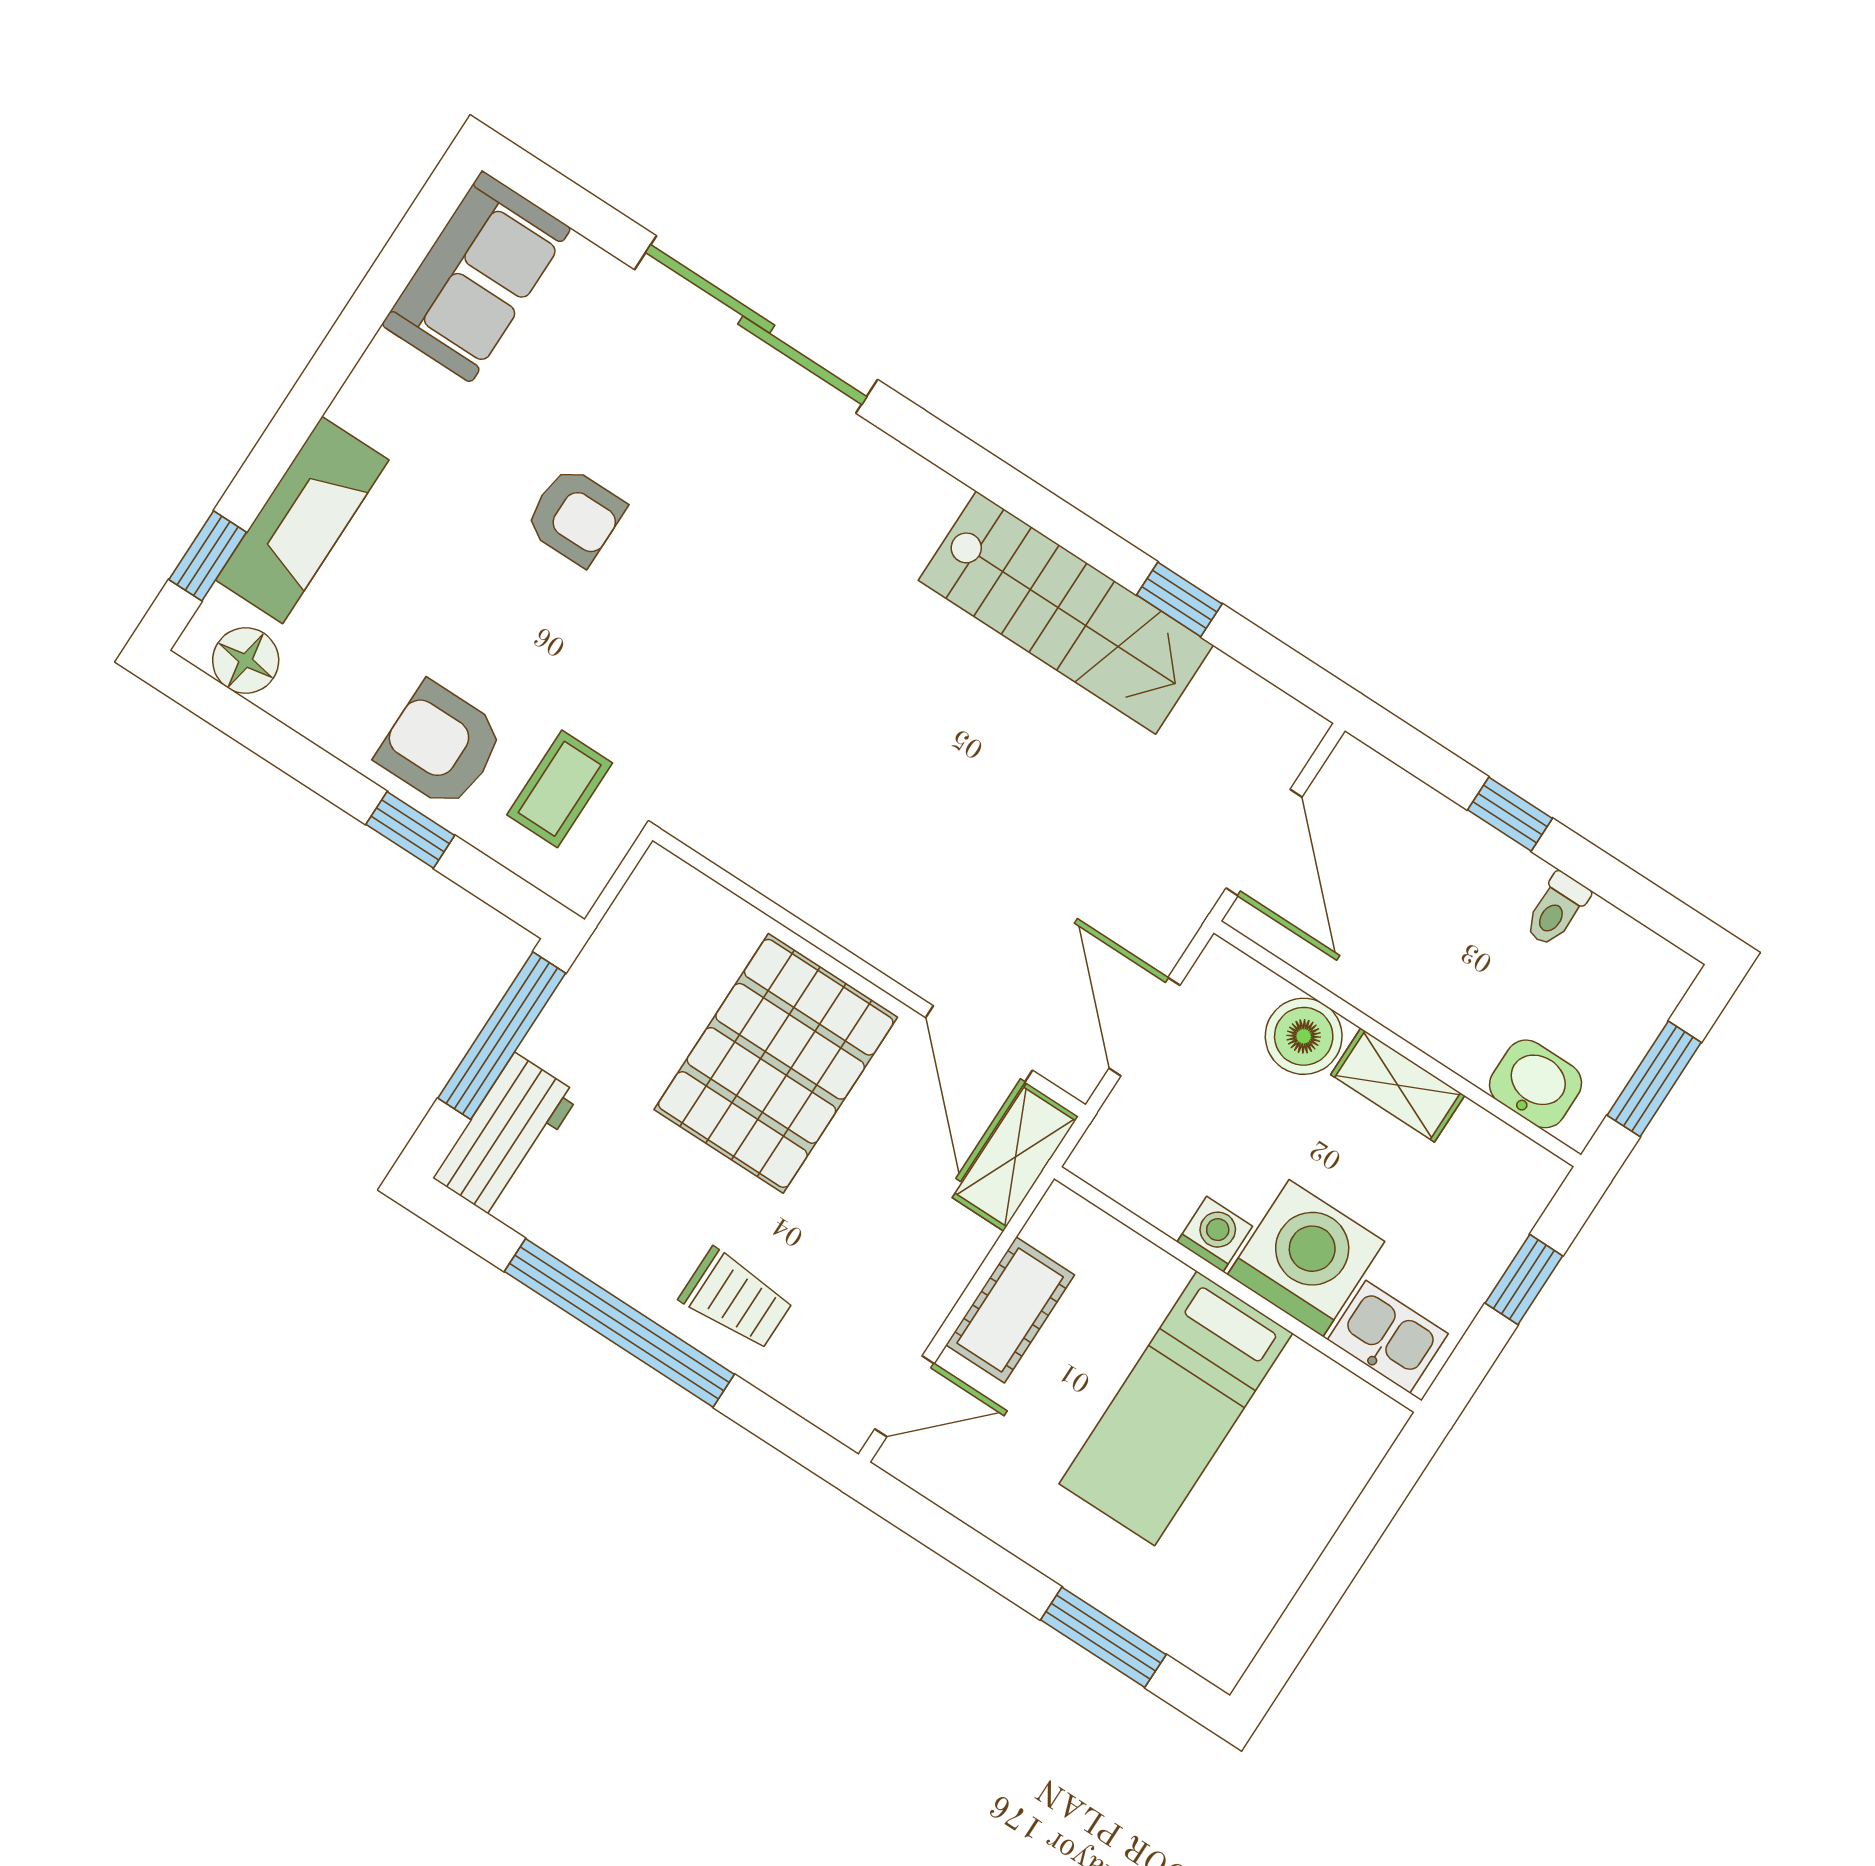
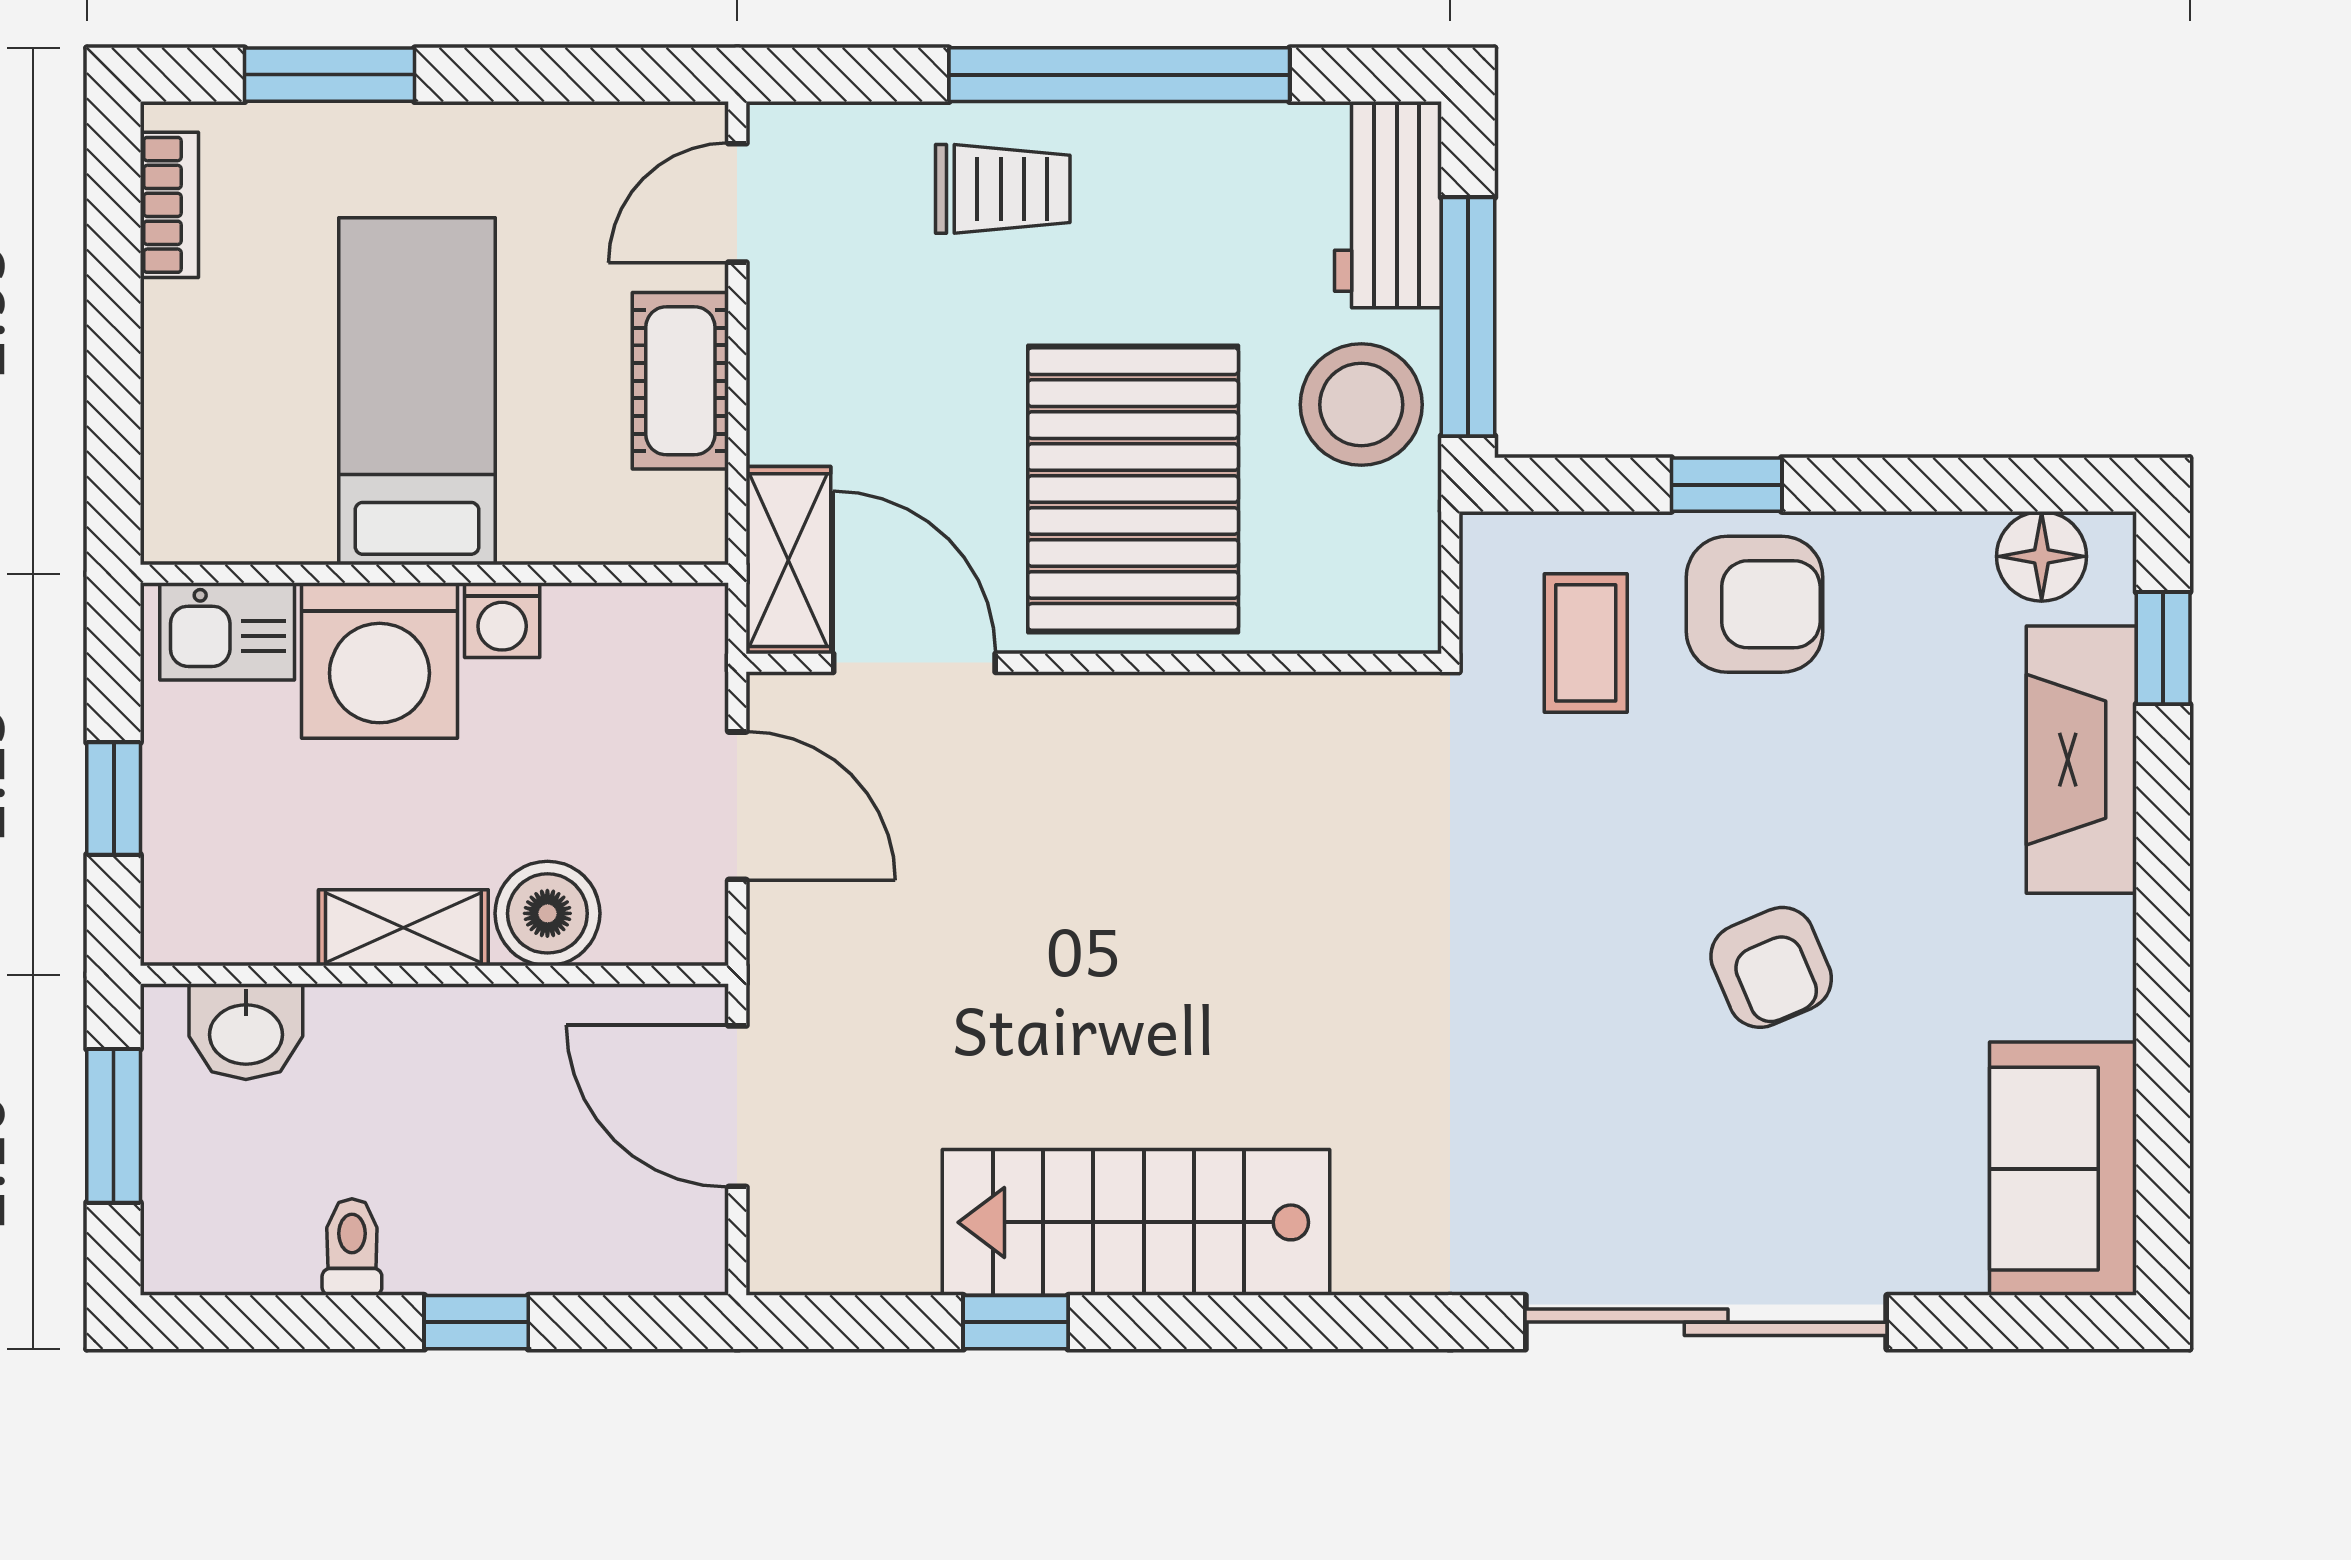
armchair: (575, 516) -> (1771, 967), turned -113
stool: (602, 1024) -> (1361, 405), added
trolley: (736, 1299) -> (1003, 189), turned 180
bookcase: (1253, 1621) -> (169, 205), added

